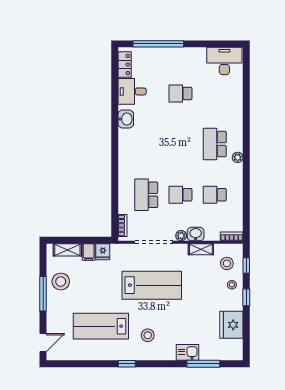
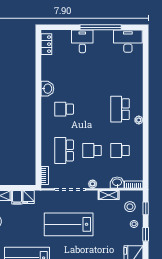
window: (158, 44) -> (101, 27), moved
desk: (132, 91) -> (82, 41), moved, turned 90
school desk: (180, 93) -> (64, 109), moved
washbasin: (196, 234) -> (117, 183), moved
lab bench: (152, 285) -> (69, 224), turned 180

